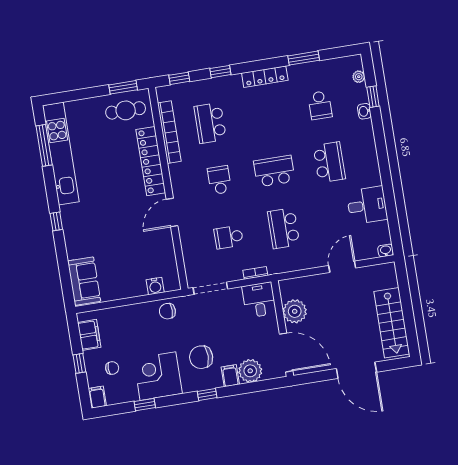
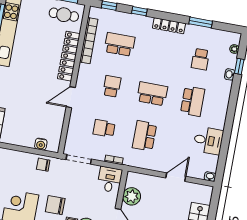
school desk: (210, 123) -> (120, 44), turned 90

